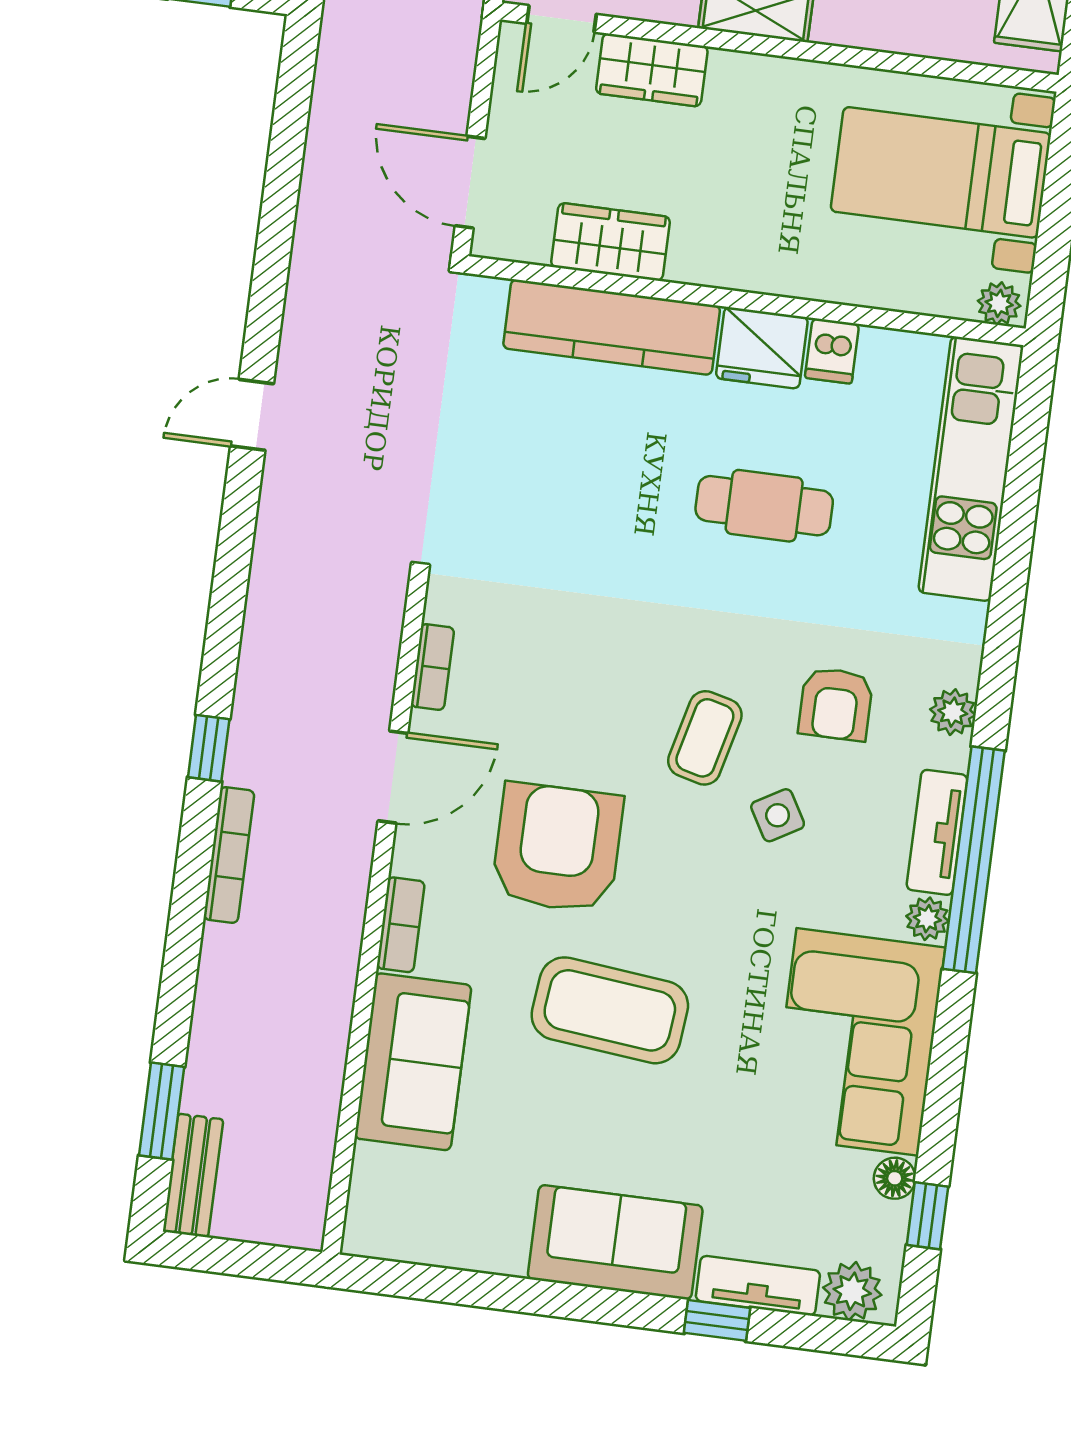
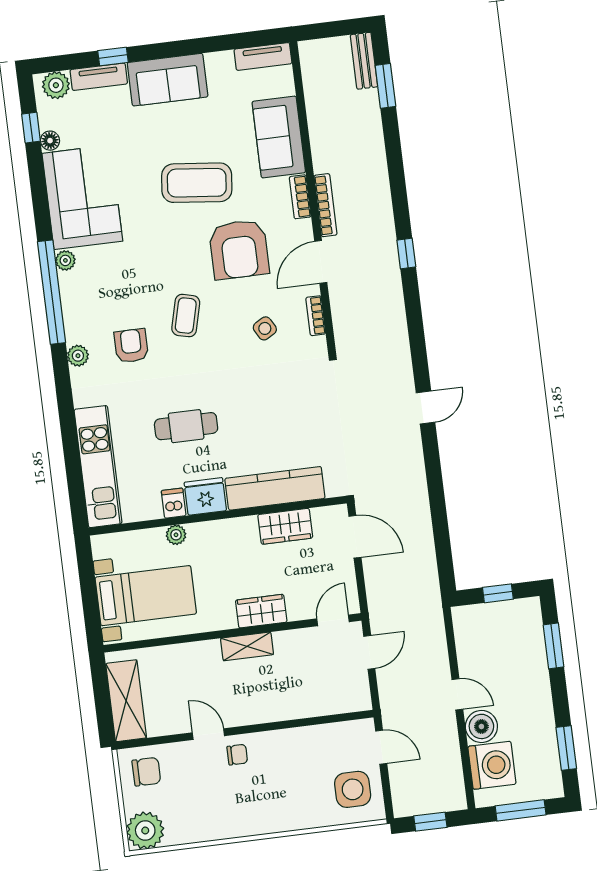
wardrobe: (652, 70) -> (261, 611), moved
plant: (999, 303) -> (176, 535), moved
side table: (778, 815) -> (265, 328), moved
tv unit: (937, 832) -> (263, 56), moved, turned 90
bookcase: (229, 855) -> (326, 205), moved, turned 180

